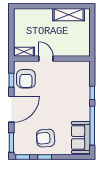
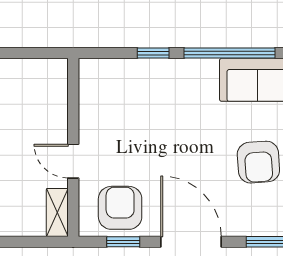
door: (46, 59) -> (73, 161), hinge flipped
armchair: (26, 79) -> (120, 208), turned -90

